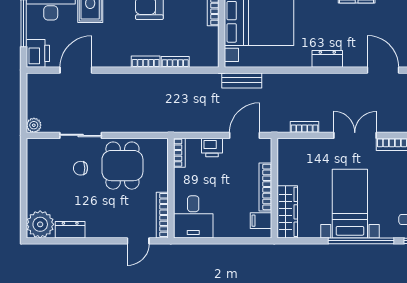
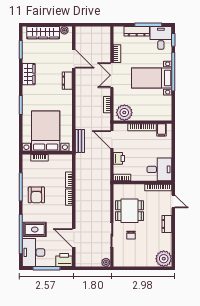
dresser: (327, 59) -> (67, 81), moved
door: (383, 70) -> (74, 59), swing flipped
plant: (291, 157) -> (124, 113), added
wardrobe: (287, 212) -> (156, 115), removed
dresser: (70, 230) -> (167, 224), moved

